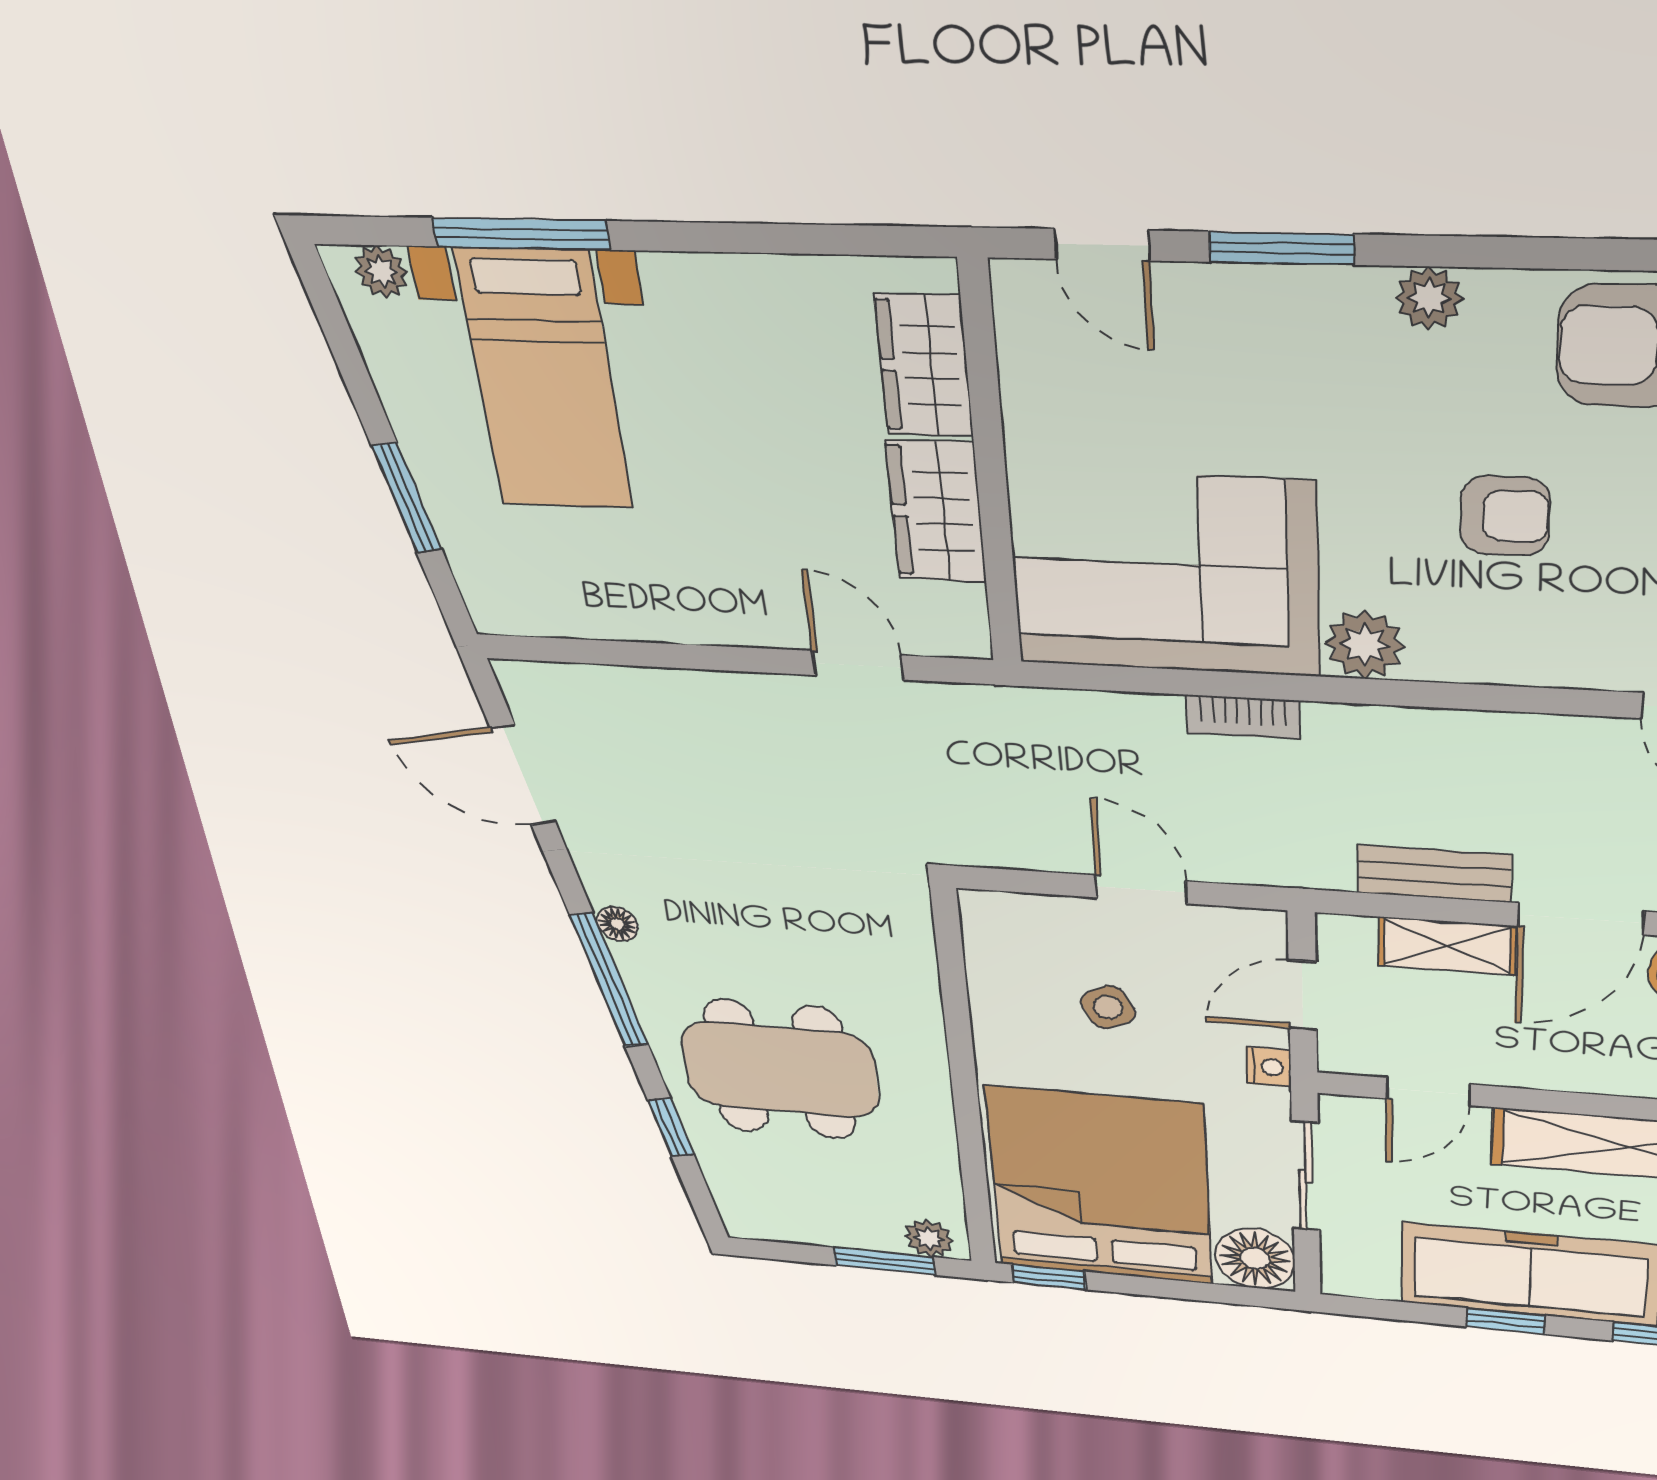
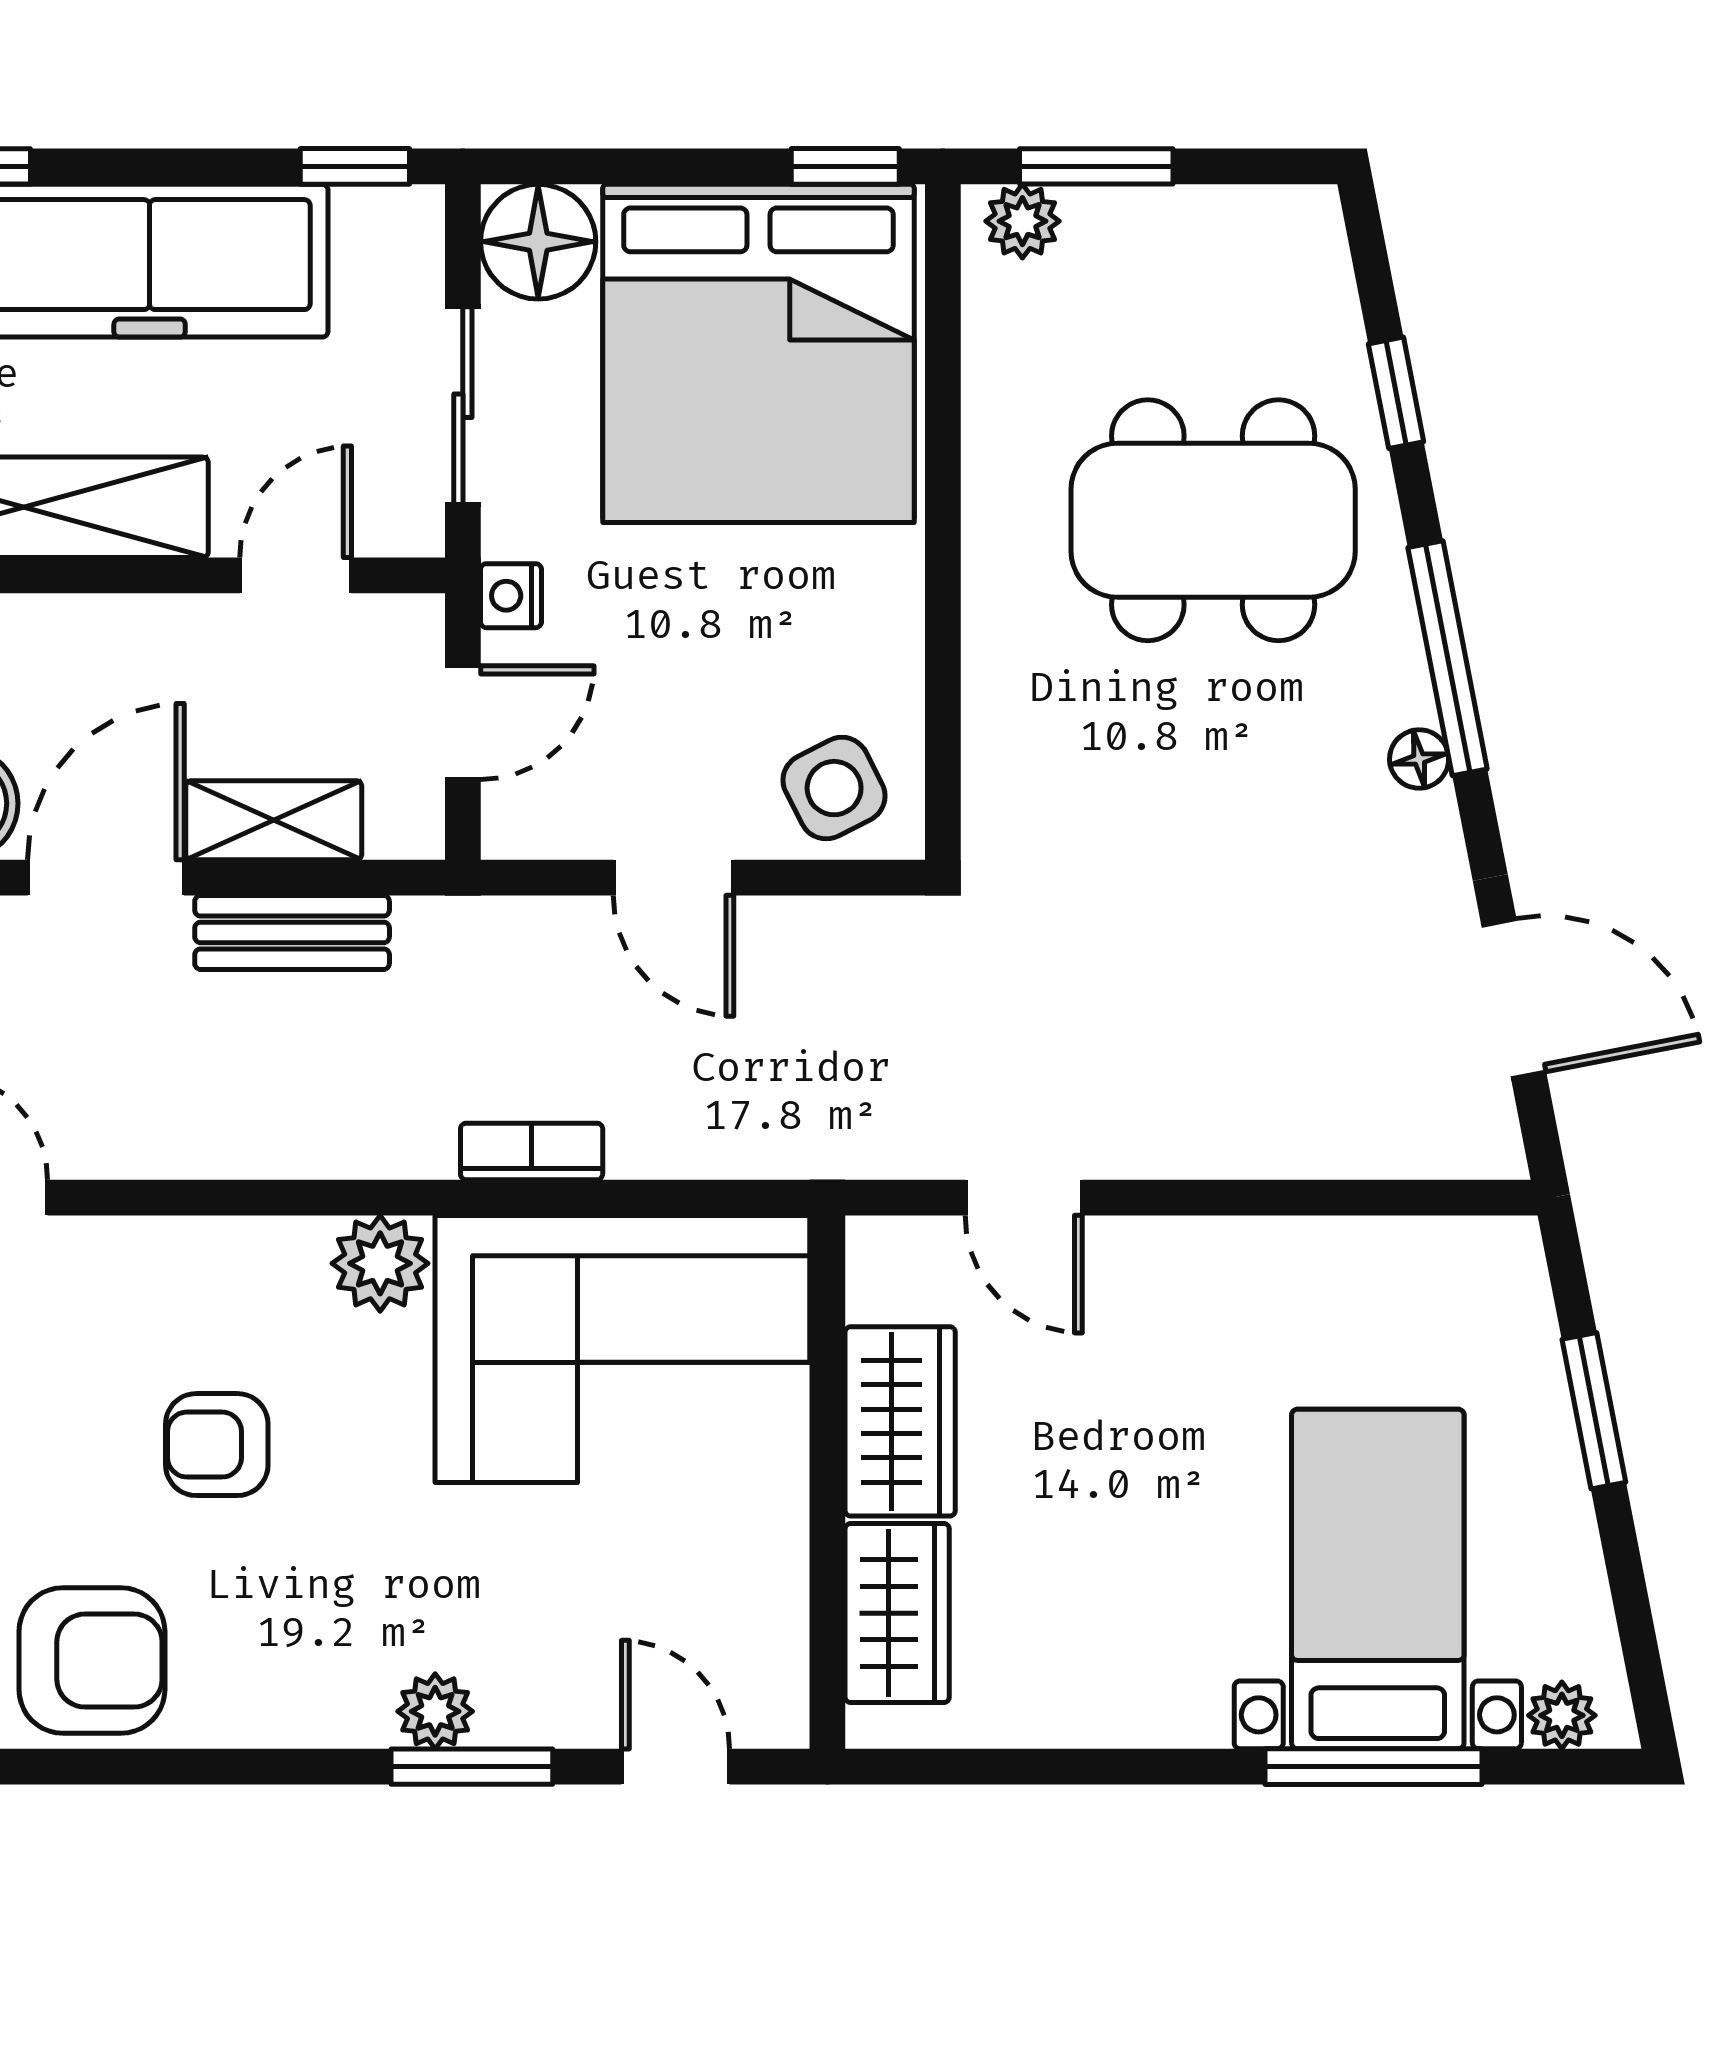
plant: (1429, 298) -> (435, 1711), moved
side table: (1108, 1007) -> (834, 788), moved, width x1.37, depth x1.37
window: (1506, 1321) -> (355, 166), moved

